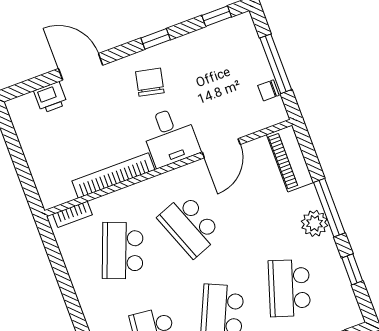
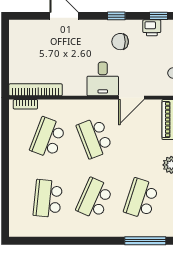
chair: (150, 82) -> (120, 42), moved, turned -102
printer: (51, 97) -> (152, 28), moved
bookcase: (113, 175) -> (36, 90), moved

